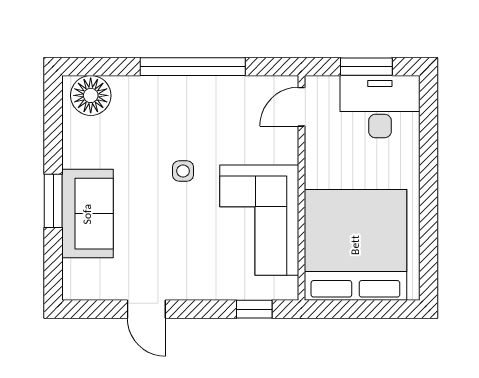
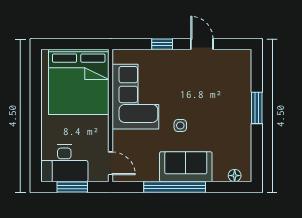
floor lamp: (91, 95) -> (235, 176), width x0.53, depth x0.53
door: (301, 107) -> (111, 163), hinge flipped
sofa: (87, 214) -> (186, 167), moved, turned 90
window: (254, 309) -> (162, 44), moved

